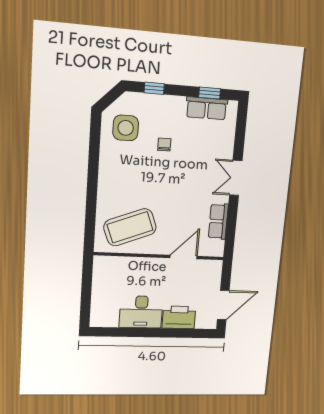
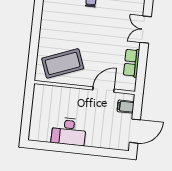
filing cabinet: (212, 276) -> (126, 107), added
printer: (179, 317) -> (99, 138), removed

